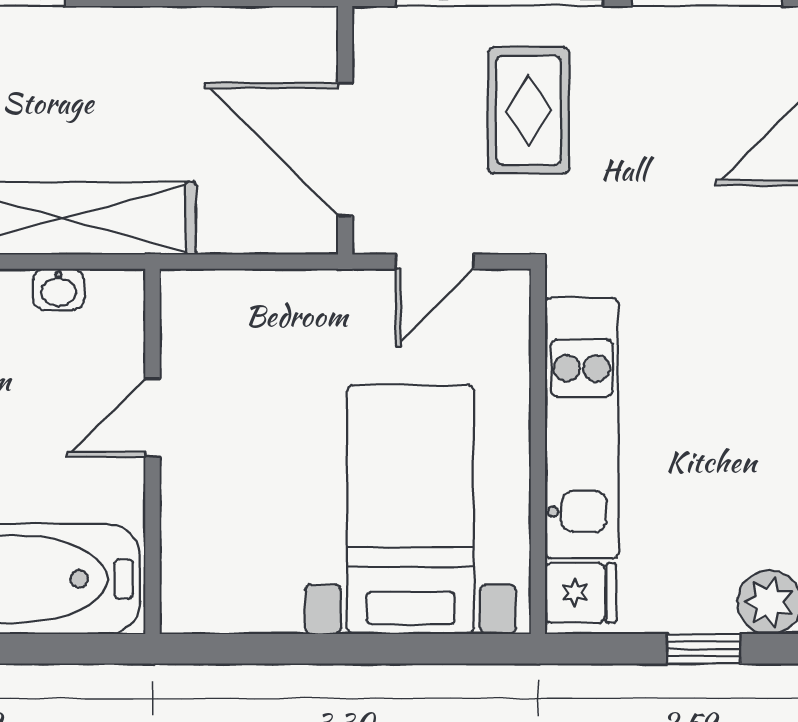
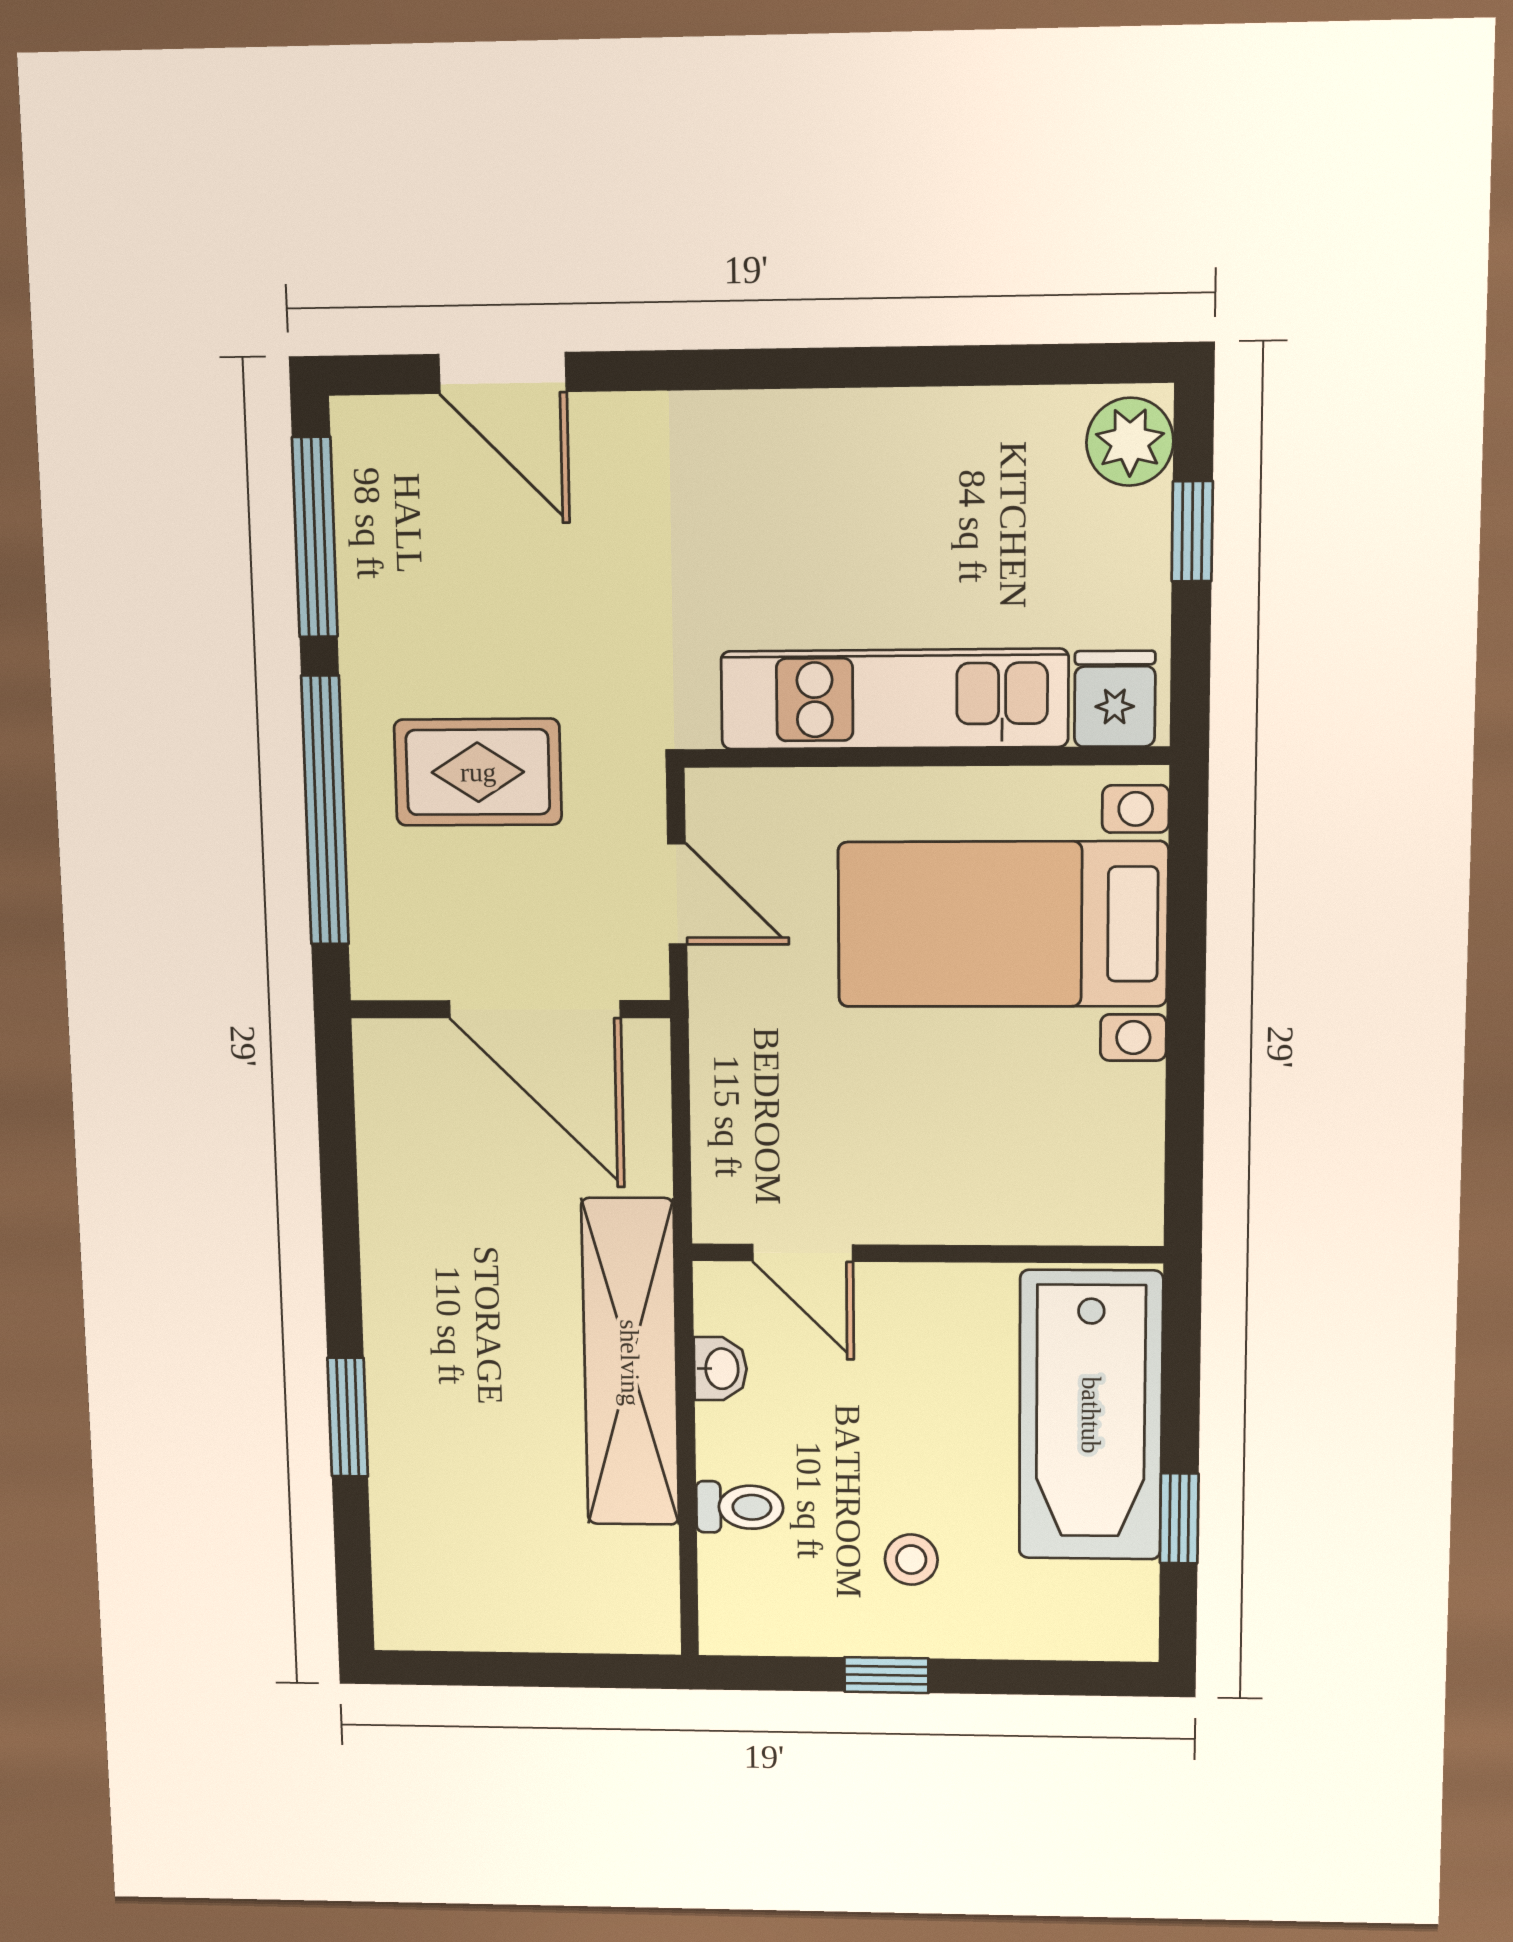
door: (345, 150) -> (535, 1009), hinge flipped
door: (152, 418) -> (803, 1253), moved

